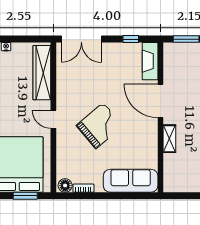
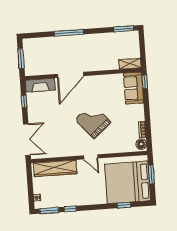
door: (53, 119) -> (91, 157), hinge flipped
shelving: (169, 139) -> (130, 64), moved
sofa: (131, 181) -> (134, 88), width x0.73
window: (145, 196) -> (145, 82), added

